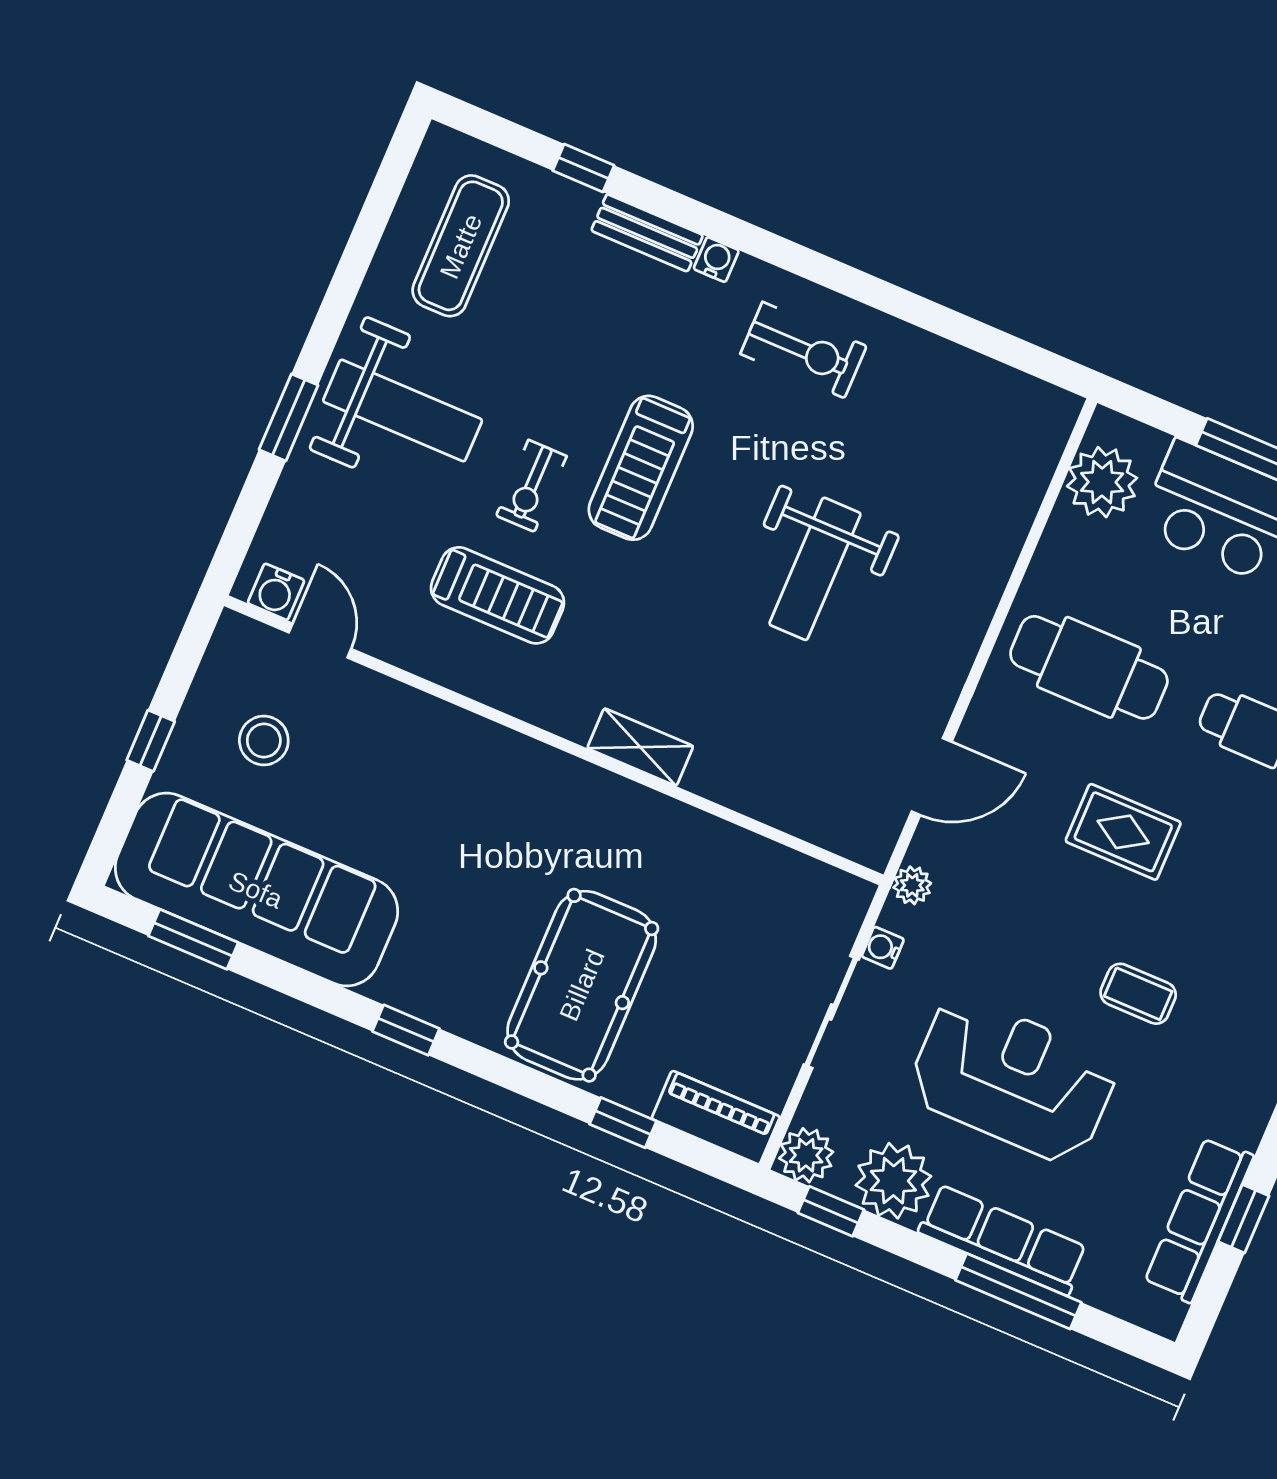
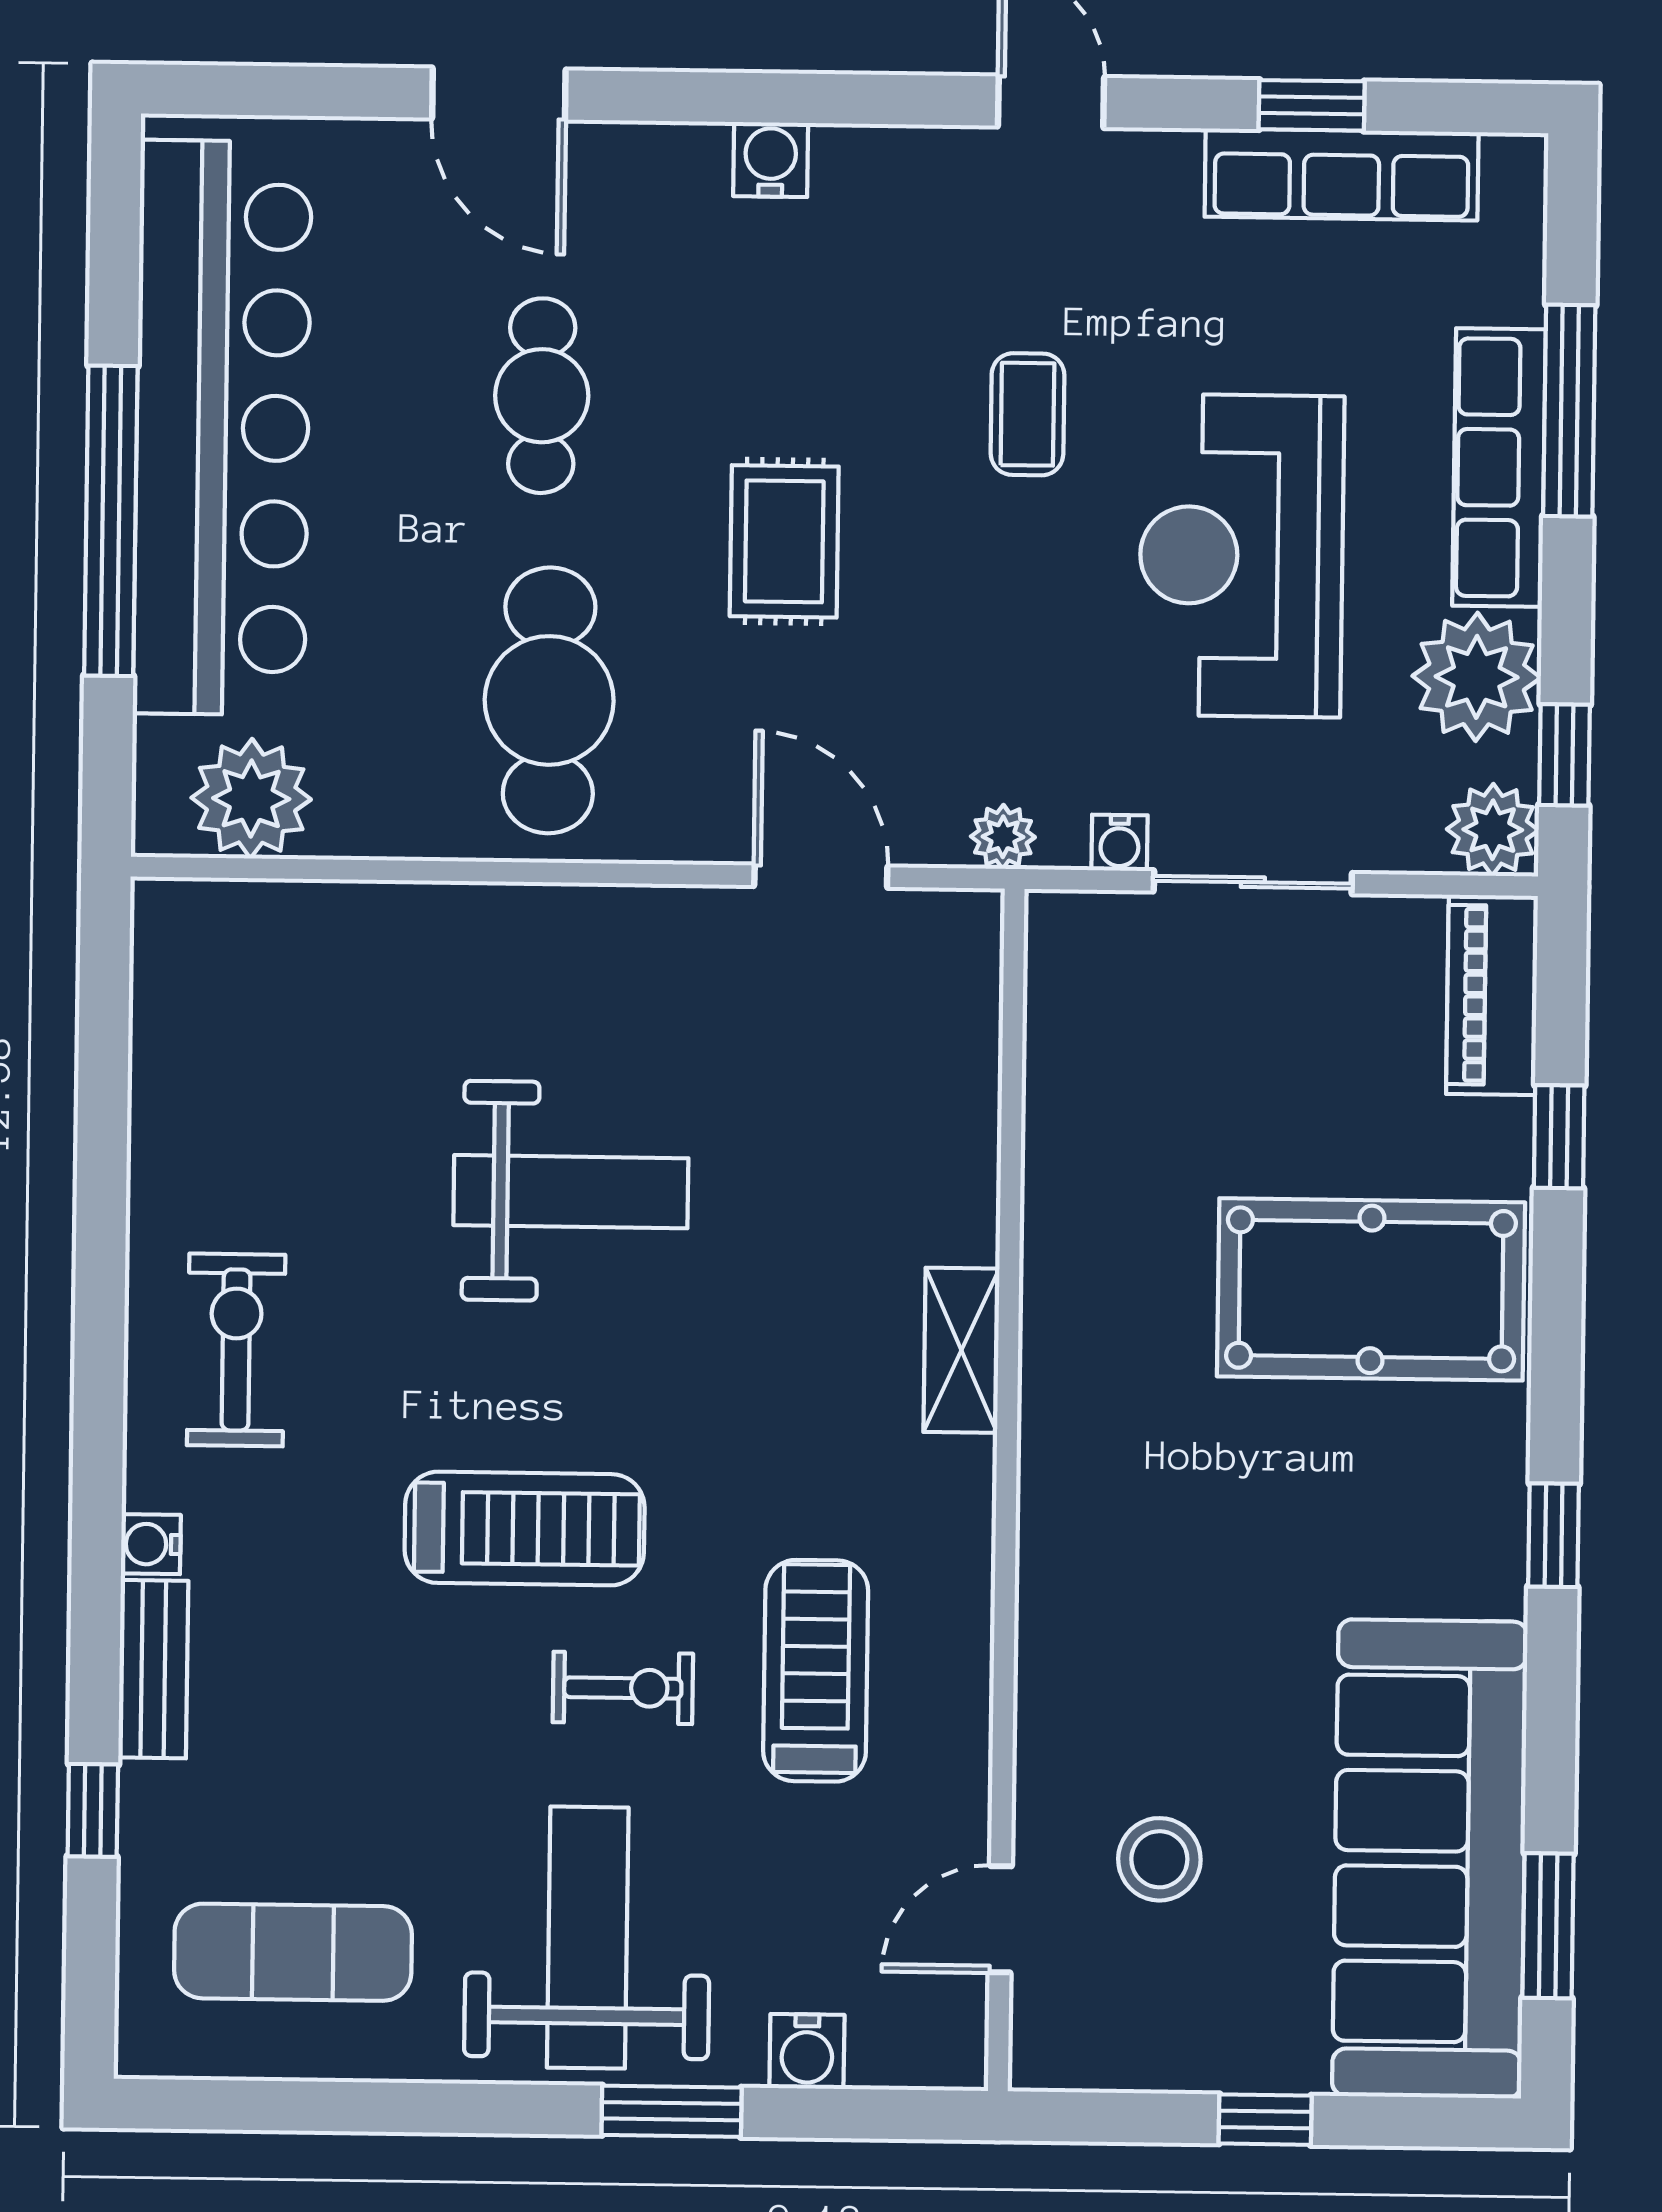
water cooler: (276, 592) -> (807, 2051), moved, turned 90
stool: (264, 741) -> (1159, 1859), moved

